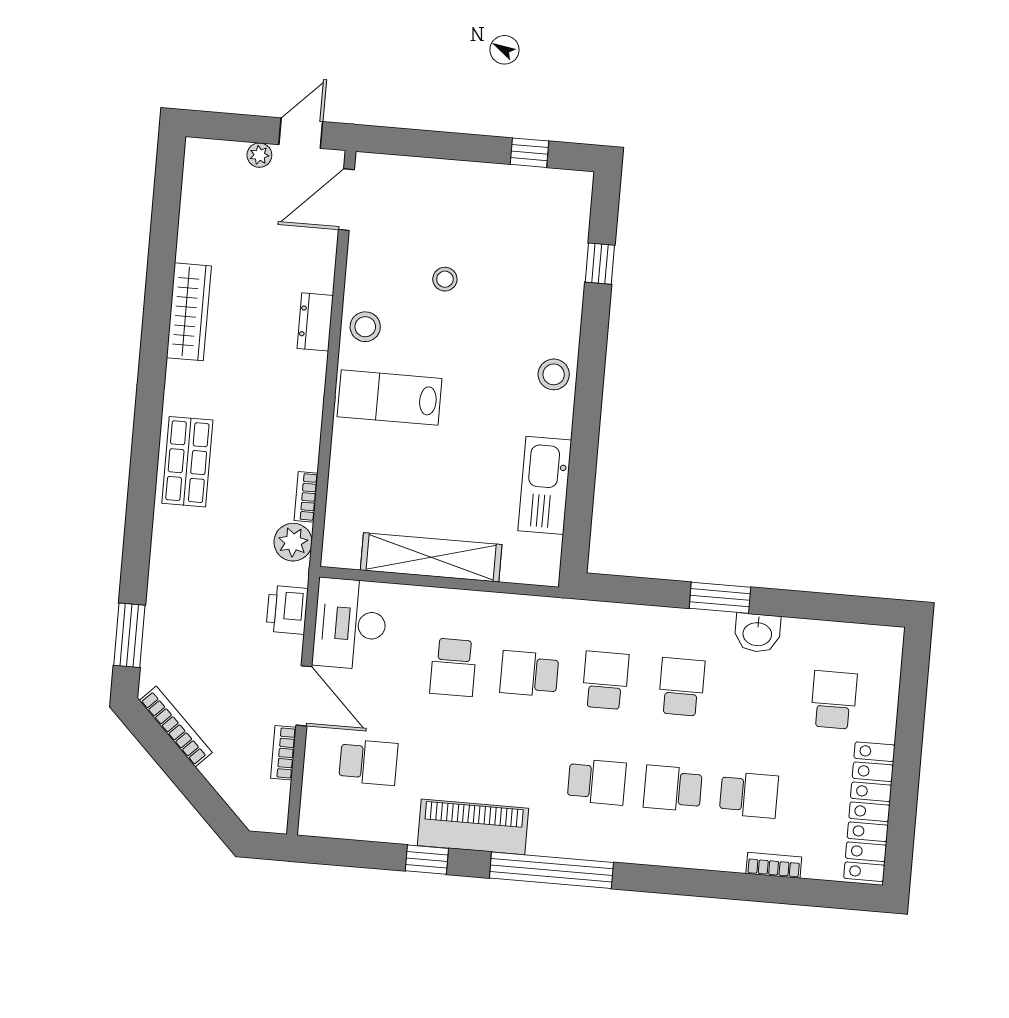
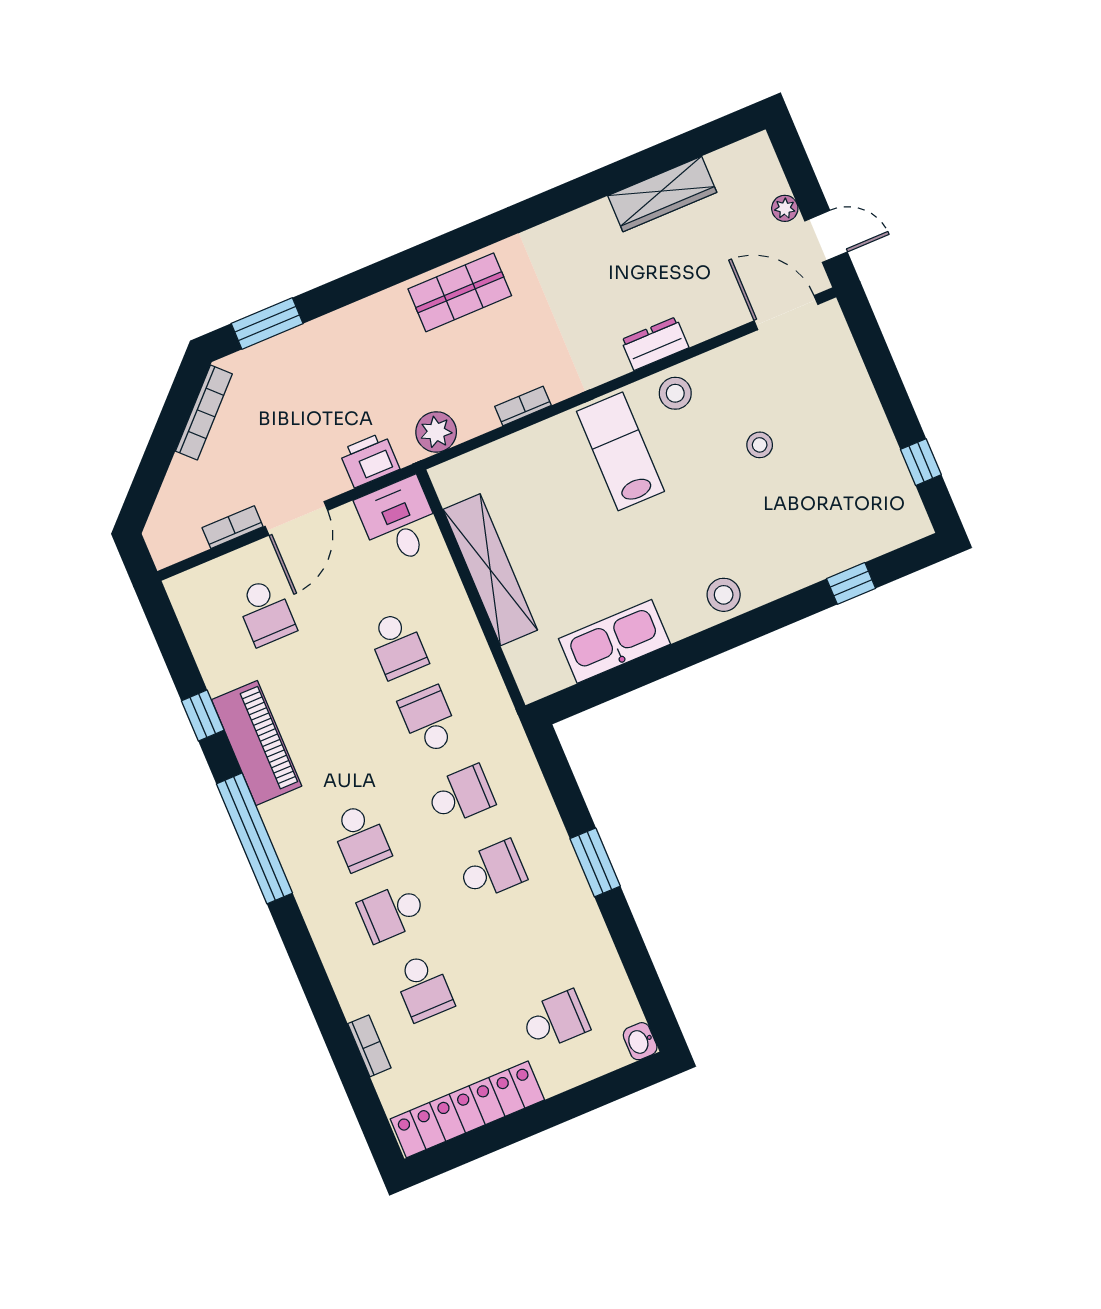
wardrobe: (189, 312) -> (662, 194), moved
bookcase: (306, 497) -> (523, 406), moved
desk: (350, 624) -> (399, 521), width x0.73
washbasin: (757, 633) -> (640, 1041), moved, width x0.72, depth x0.69
school desk: (453, 667) -> (397, 645), turned -90
school desk: (673, 788) -> (392, 912), turned -90

